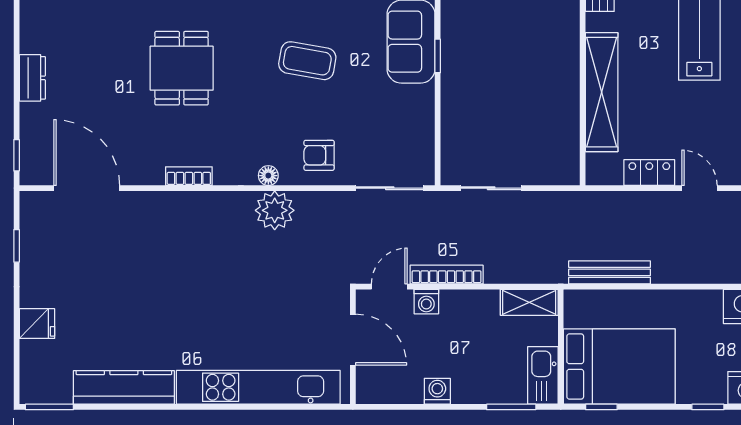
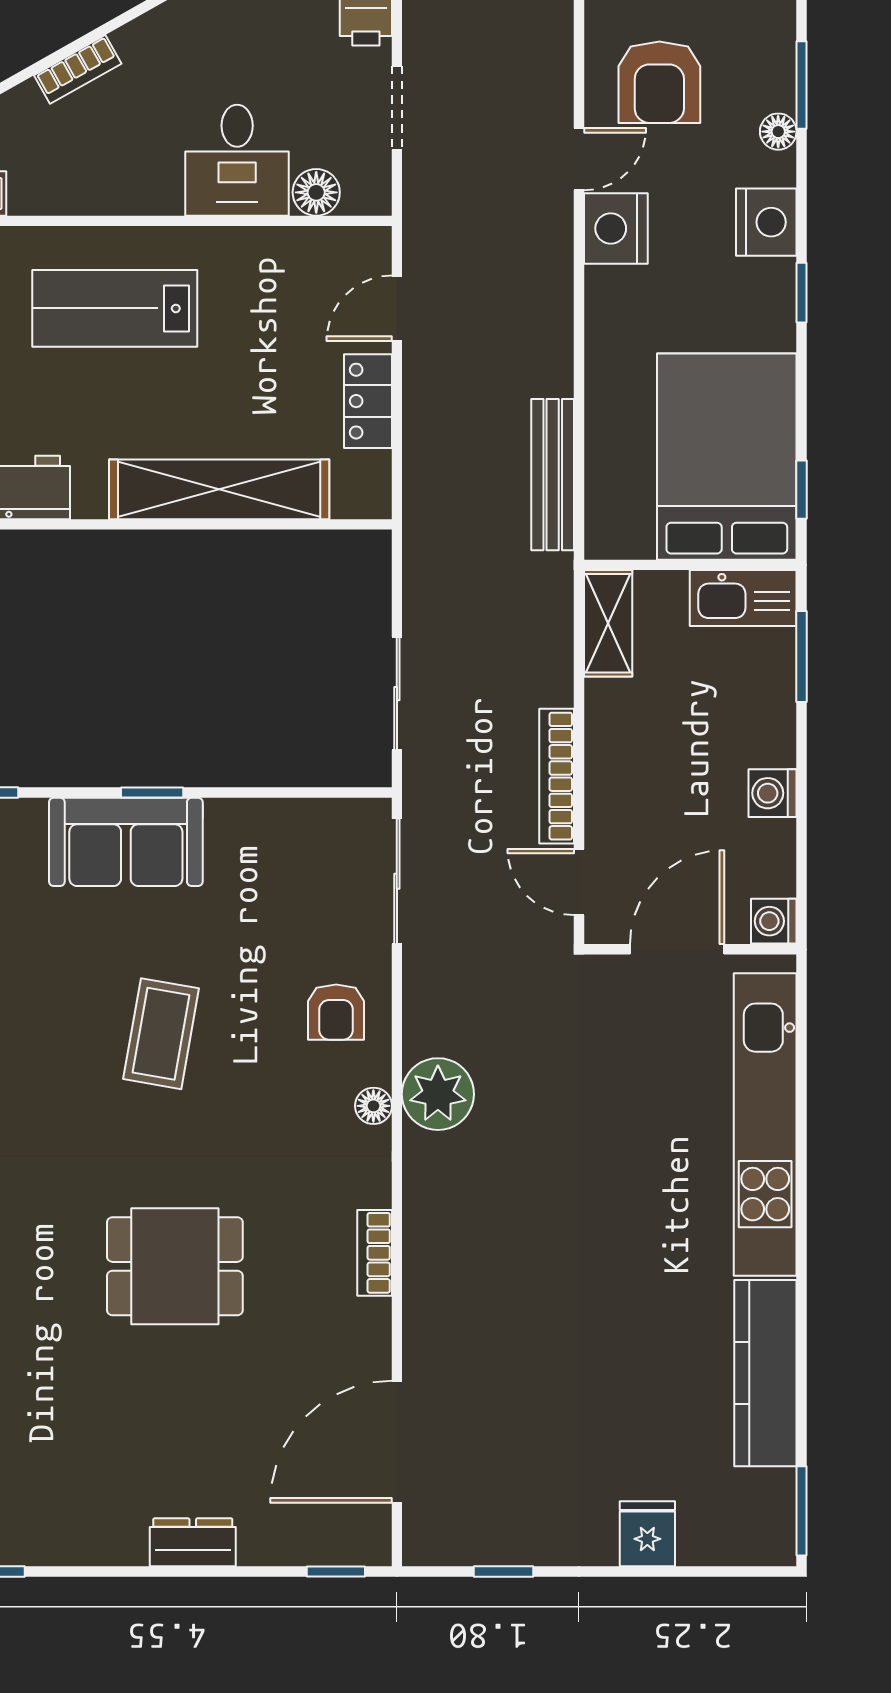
washing machine: (426, 302) -> (774, 921), moved, turned 180

